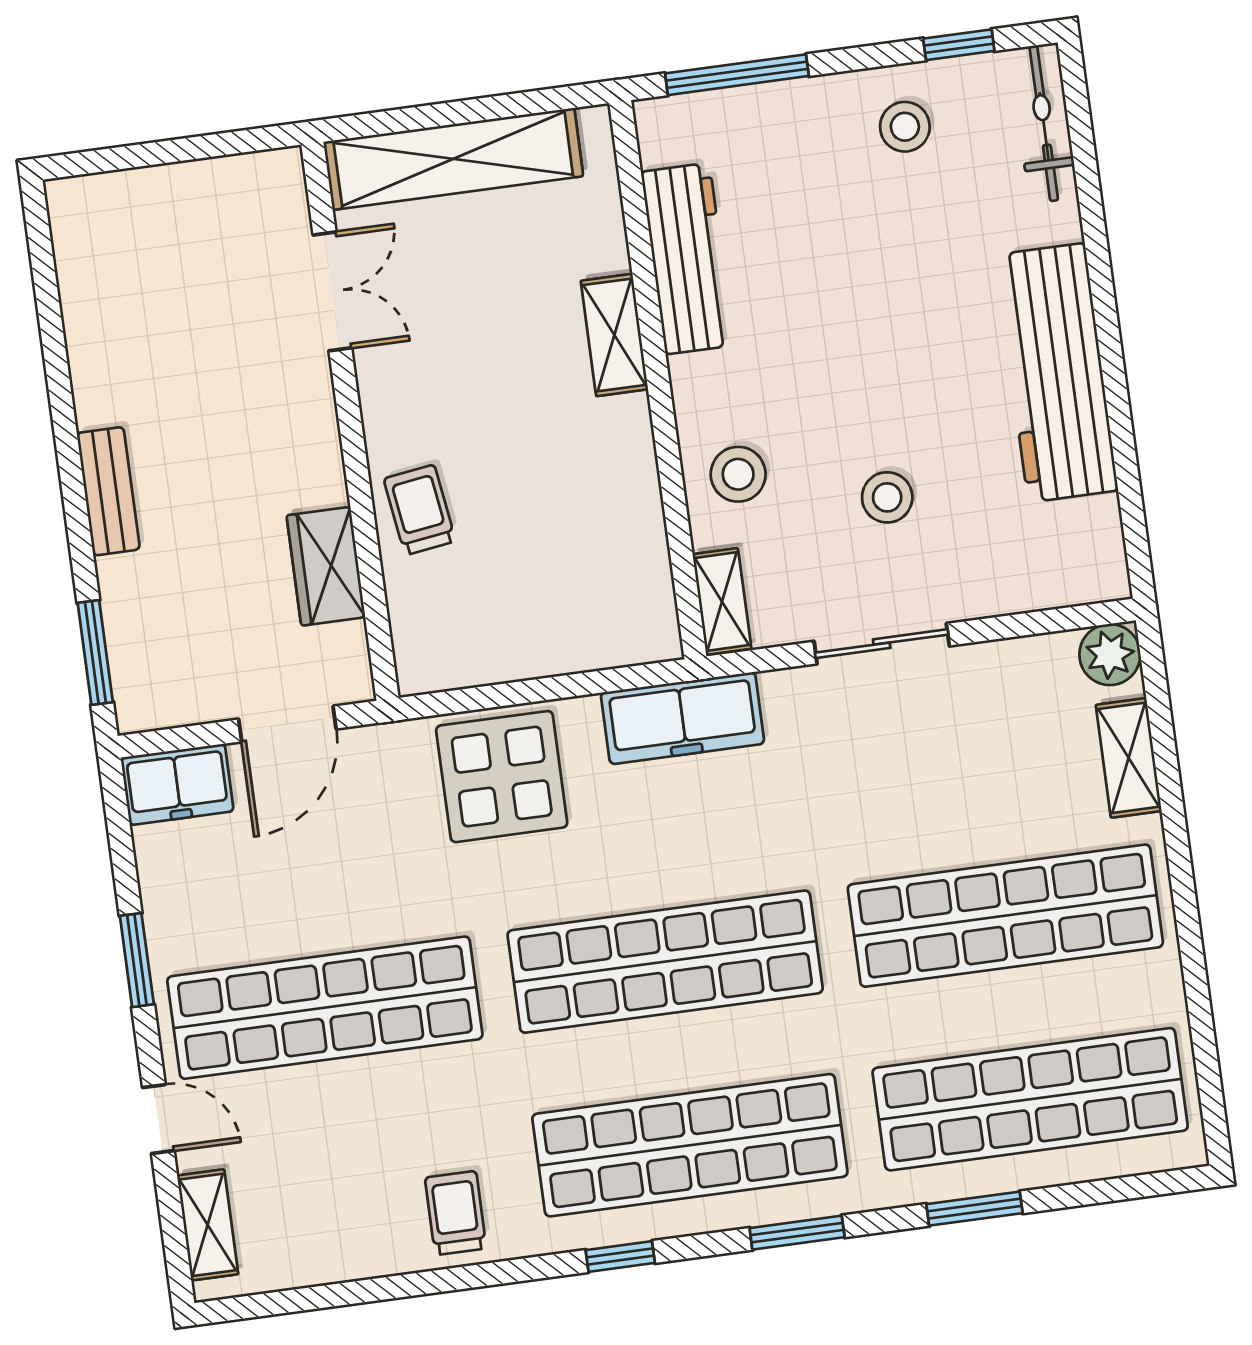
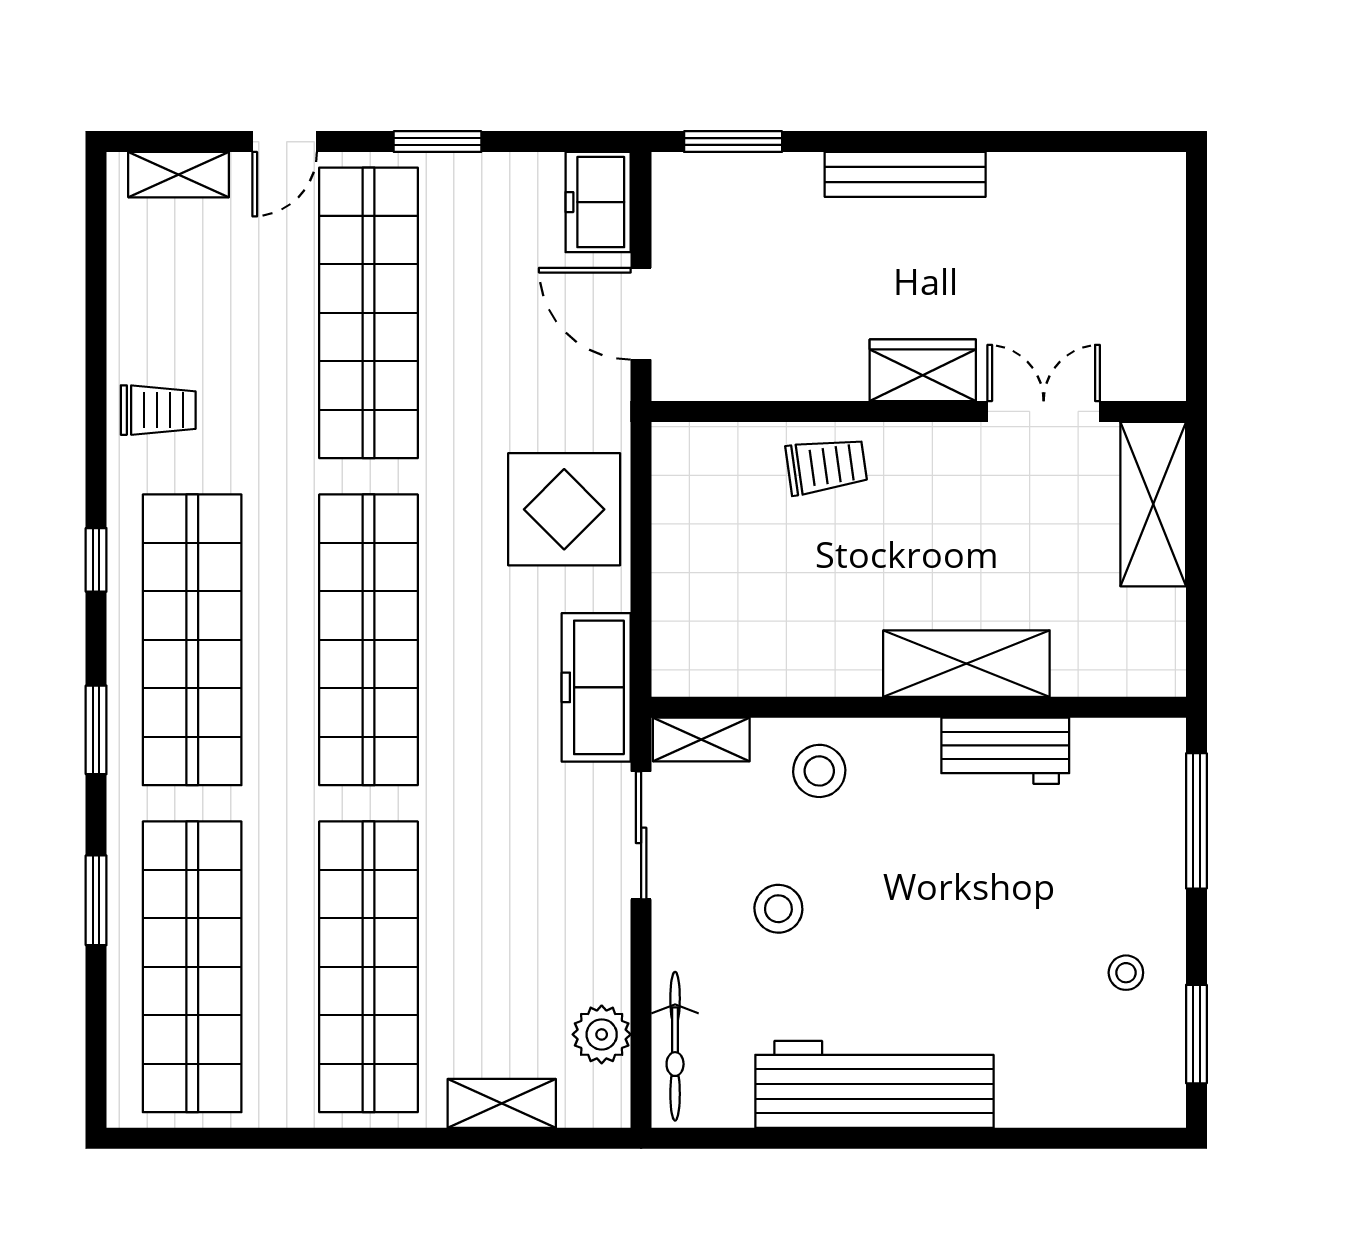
window: (959, 45) -> (1196, 1034), width x1.50
bicycle: (1044, 123) -> (675, 1046), moved, turned 90
stool: (905, 127) -> (1126, 973), width x0.73, depth x0.73
shelving: (453, 159) -> (1153, 504), width x0.68
workbench: (688, 259) -> (1005, 751), width x0.73
double door: (332, 291) -> (1044, 411), swing flipped
shelving: (614, 335) -> (966, 664), width x1.50, depth x1.33
bench: (108, 491) -> (905, 174), width x1.36
wardrobe: (326, 566) -> (923, 370), moved
sliding door: (882, 644) -> (641, 835), moved
plant: (1110, 655) -> (602, 1034), moved

